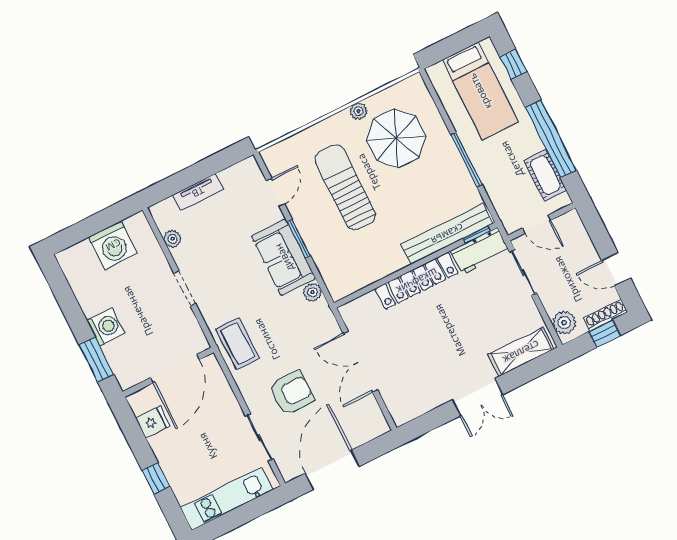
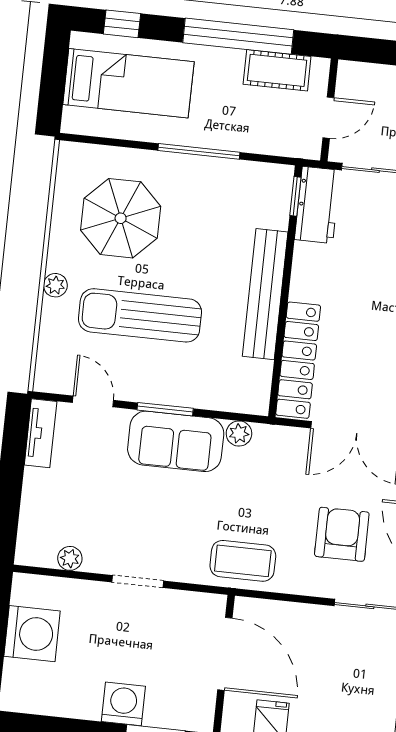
plant: (359, 111) -> (55, 285), moved
tv unit: (198, 192) -> (41, 433), moved
bench: (447, 234) -> (265, 294), moved
locker: (417, 281) -> (298, 360), moved

